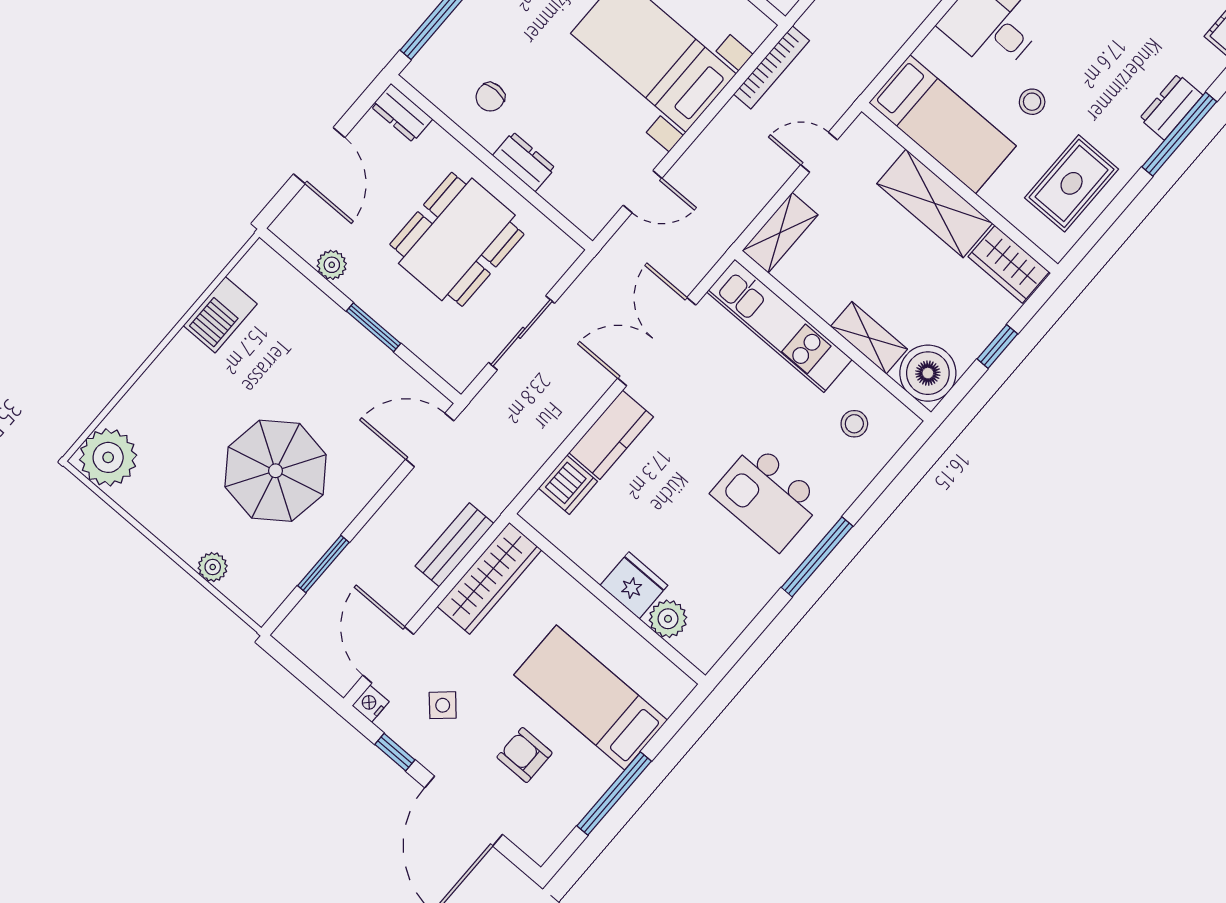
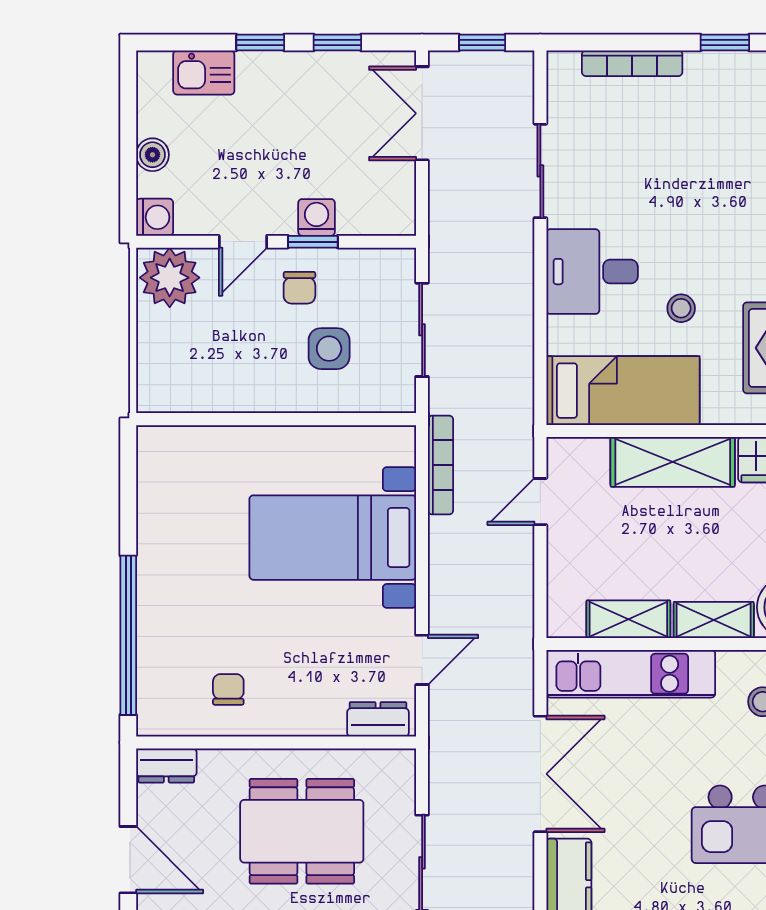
chair: (490, 97) -> (228, 689), turned 180
dresser: (524, 162) -> (378, 719), moved
shelving: (780, 233) -> (628, 619), moved, turned 90
dining table: (457, 239) -> (302, 831), turned 90
double door: (657, 342) -> (540, 774), swing flipped

